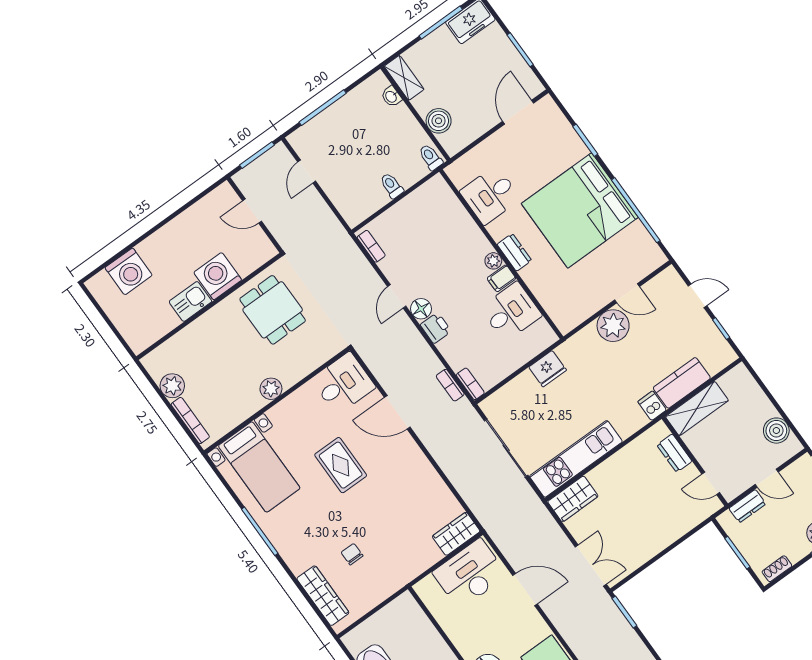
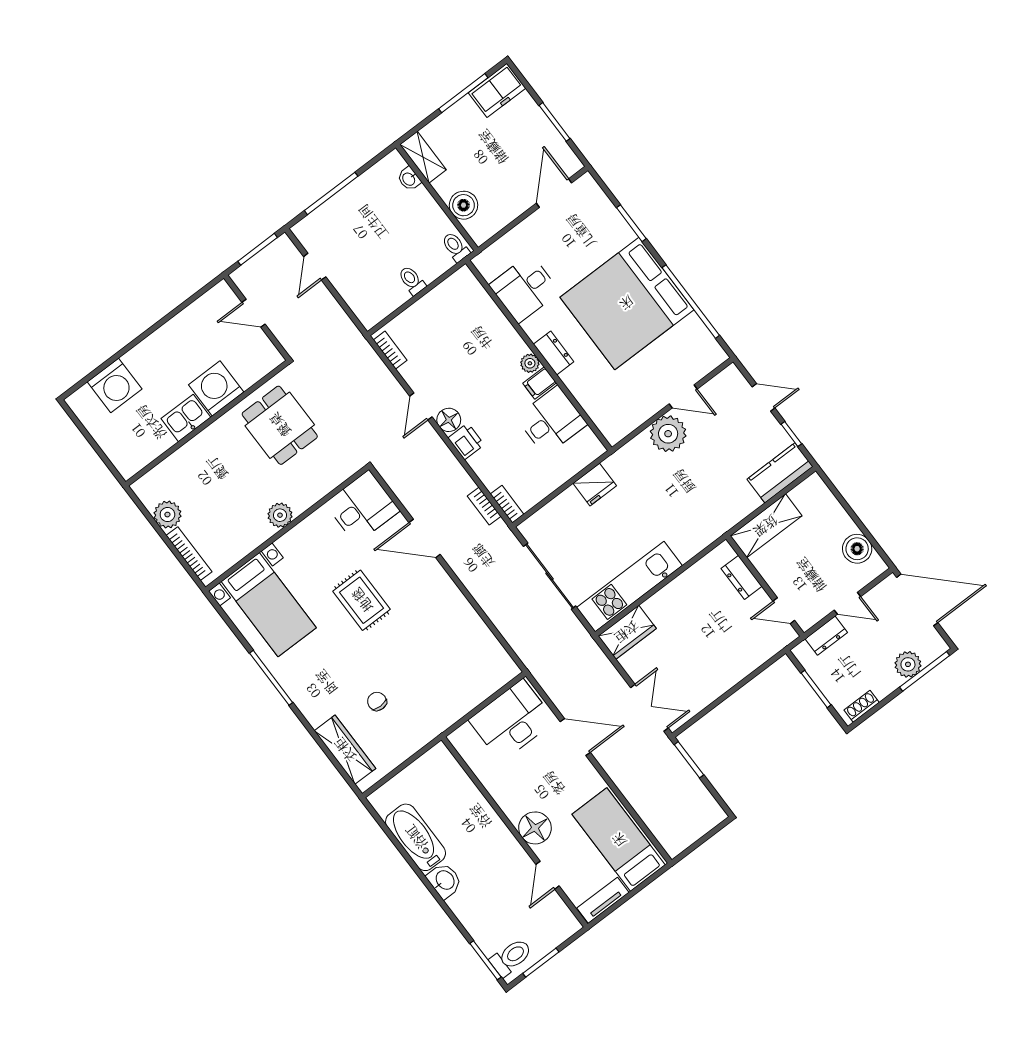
kitchen counter: (682, 383) -> (780, 473), moved
dishwasher: (652, 406) -> (715, 524), removed
wardrobe: (456, 534) -> (495, 675), removed

